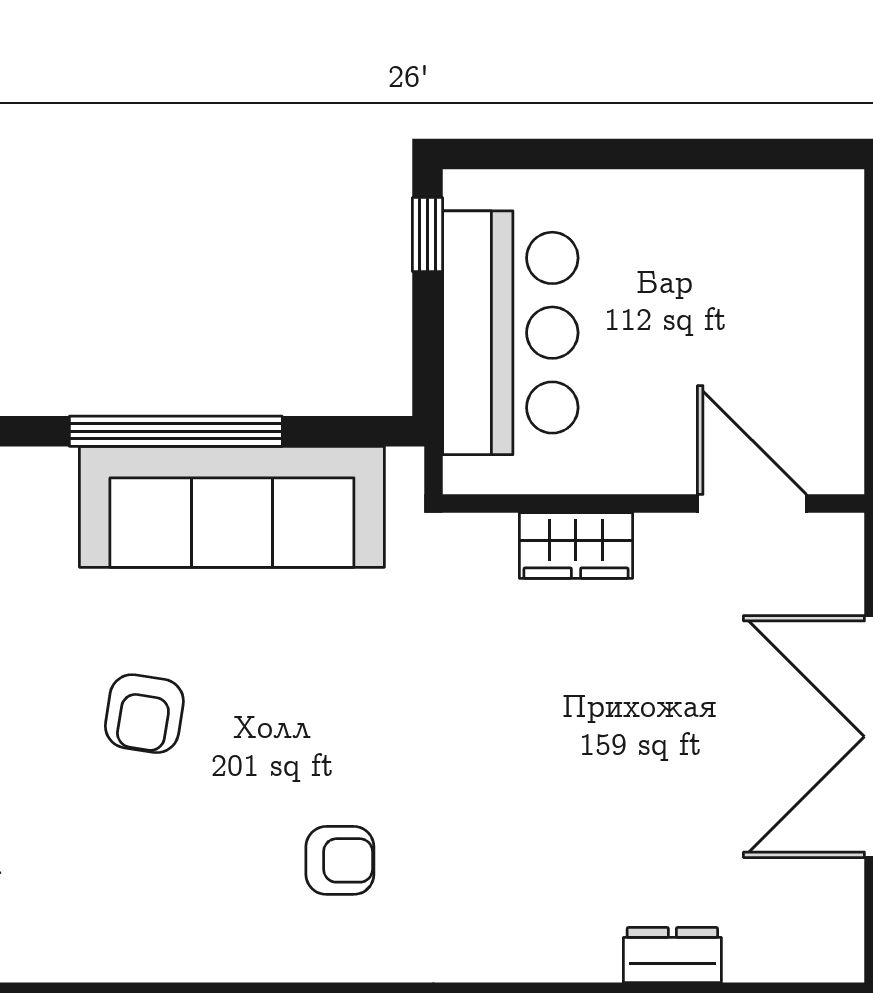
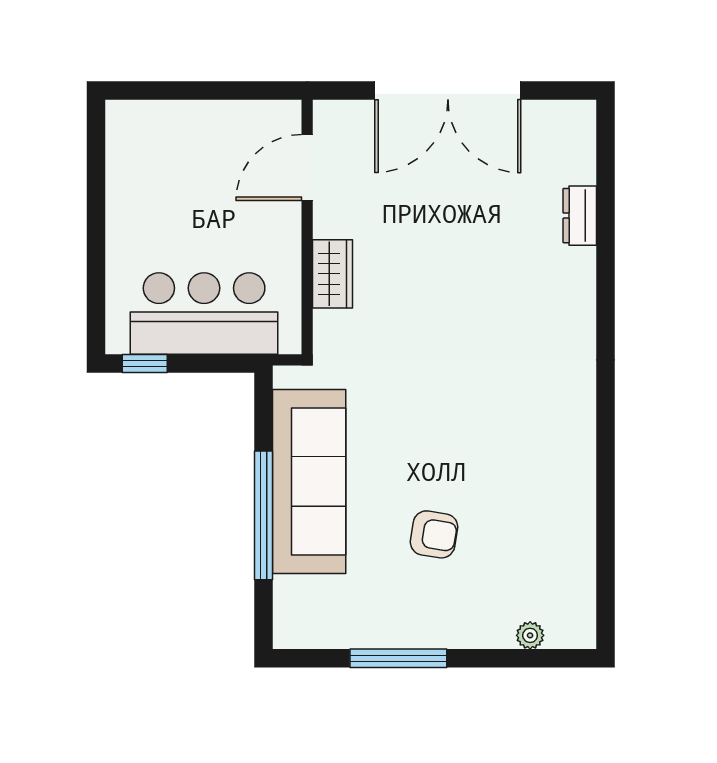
armchair: (340, 860) -> (523, 416), removed

